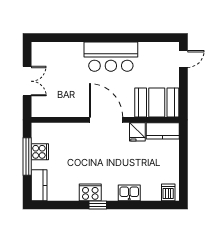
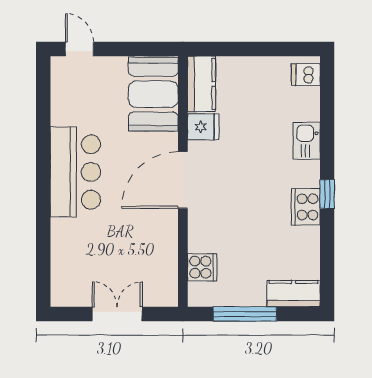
cooker: (40, 152) -> (202, 267), moved, turned 90

